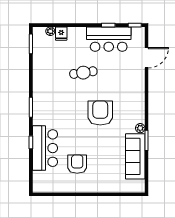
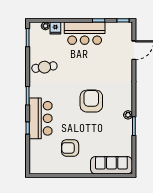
bar counter: (109, 39) -> (85, 33), moved
cafe table: (83, 73) -> (44, 67), moved
bar counter: (45, 148) -> (41, 118), moved
sofa: (135, 156) -> (111, 165), moved, turned 90
armchair: (77, 164) -> (70, 148), turned -90

